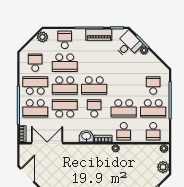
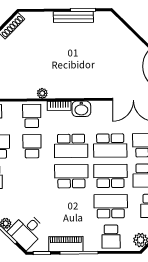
school desk: (94, 108) -> (71, 146), width x1.85
school desk: (124, 108) -> (32, 146), width x0.54

